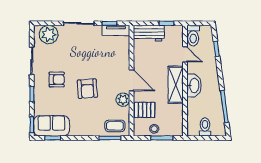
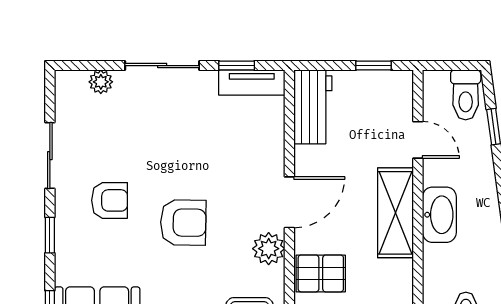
workbench: (149, 33) -> (313, 107), moved, turned -90
plant: (49, 34) -> (101, 82), width x0.53, depth x0.53
toilet: (193, 36) -> (466, 95), moved
door: (131, 80) -> (289, 202), hinge flipped
armchair: (87, 89) -> (183, 223), turned -85

